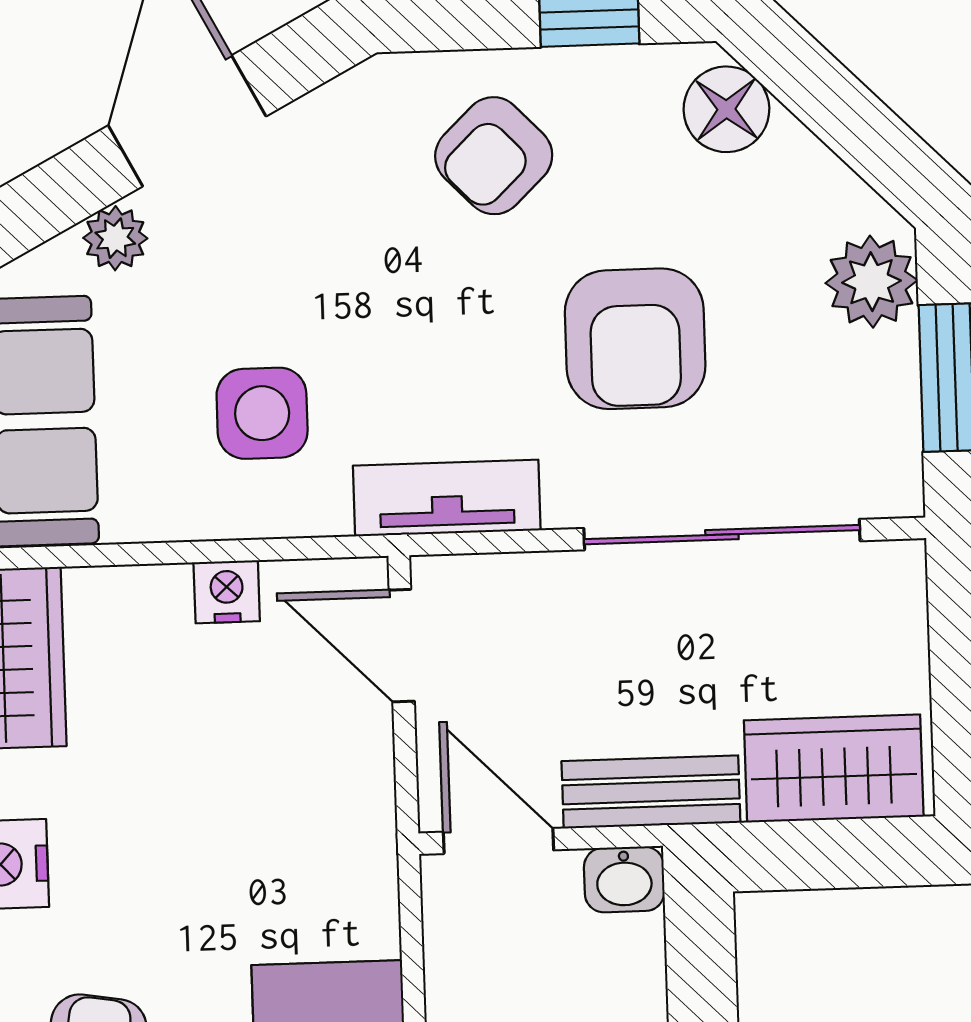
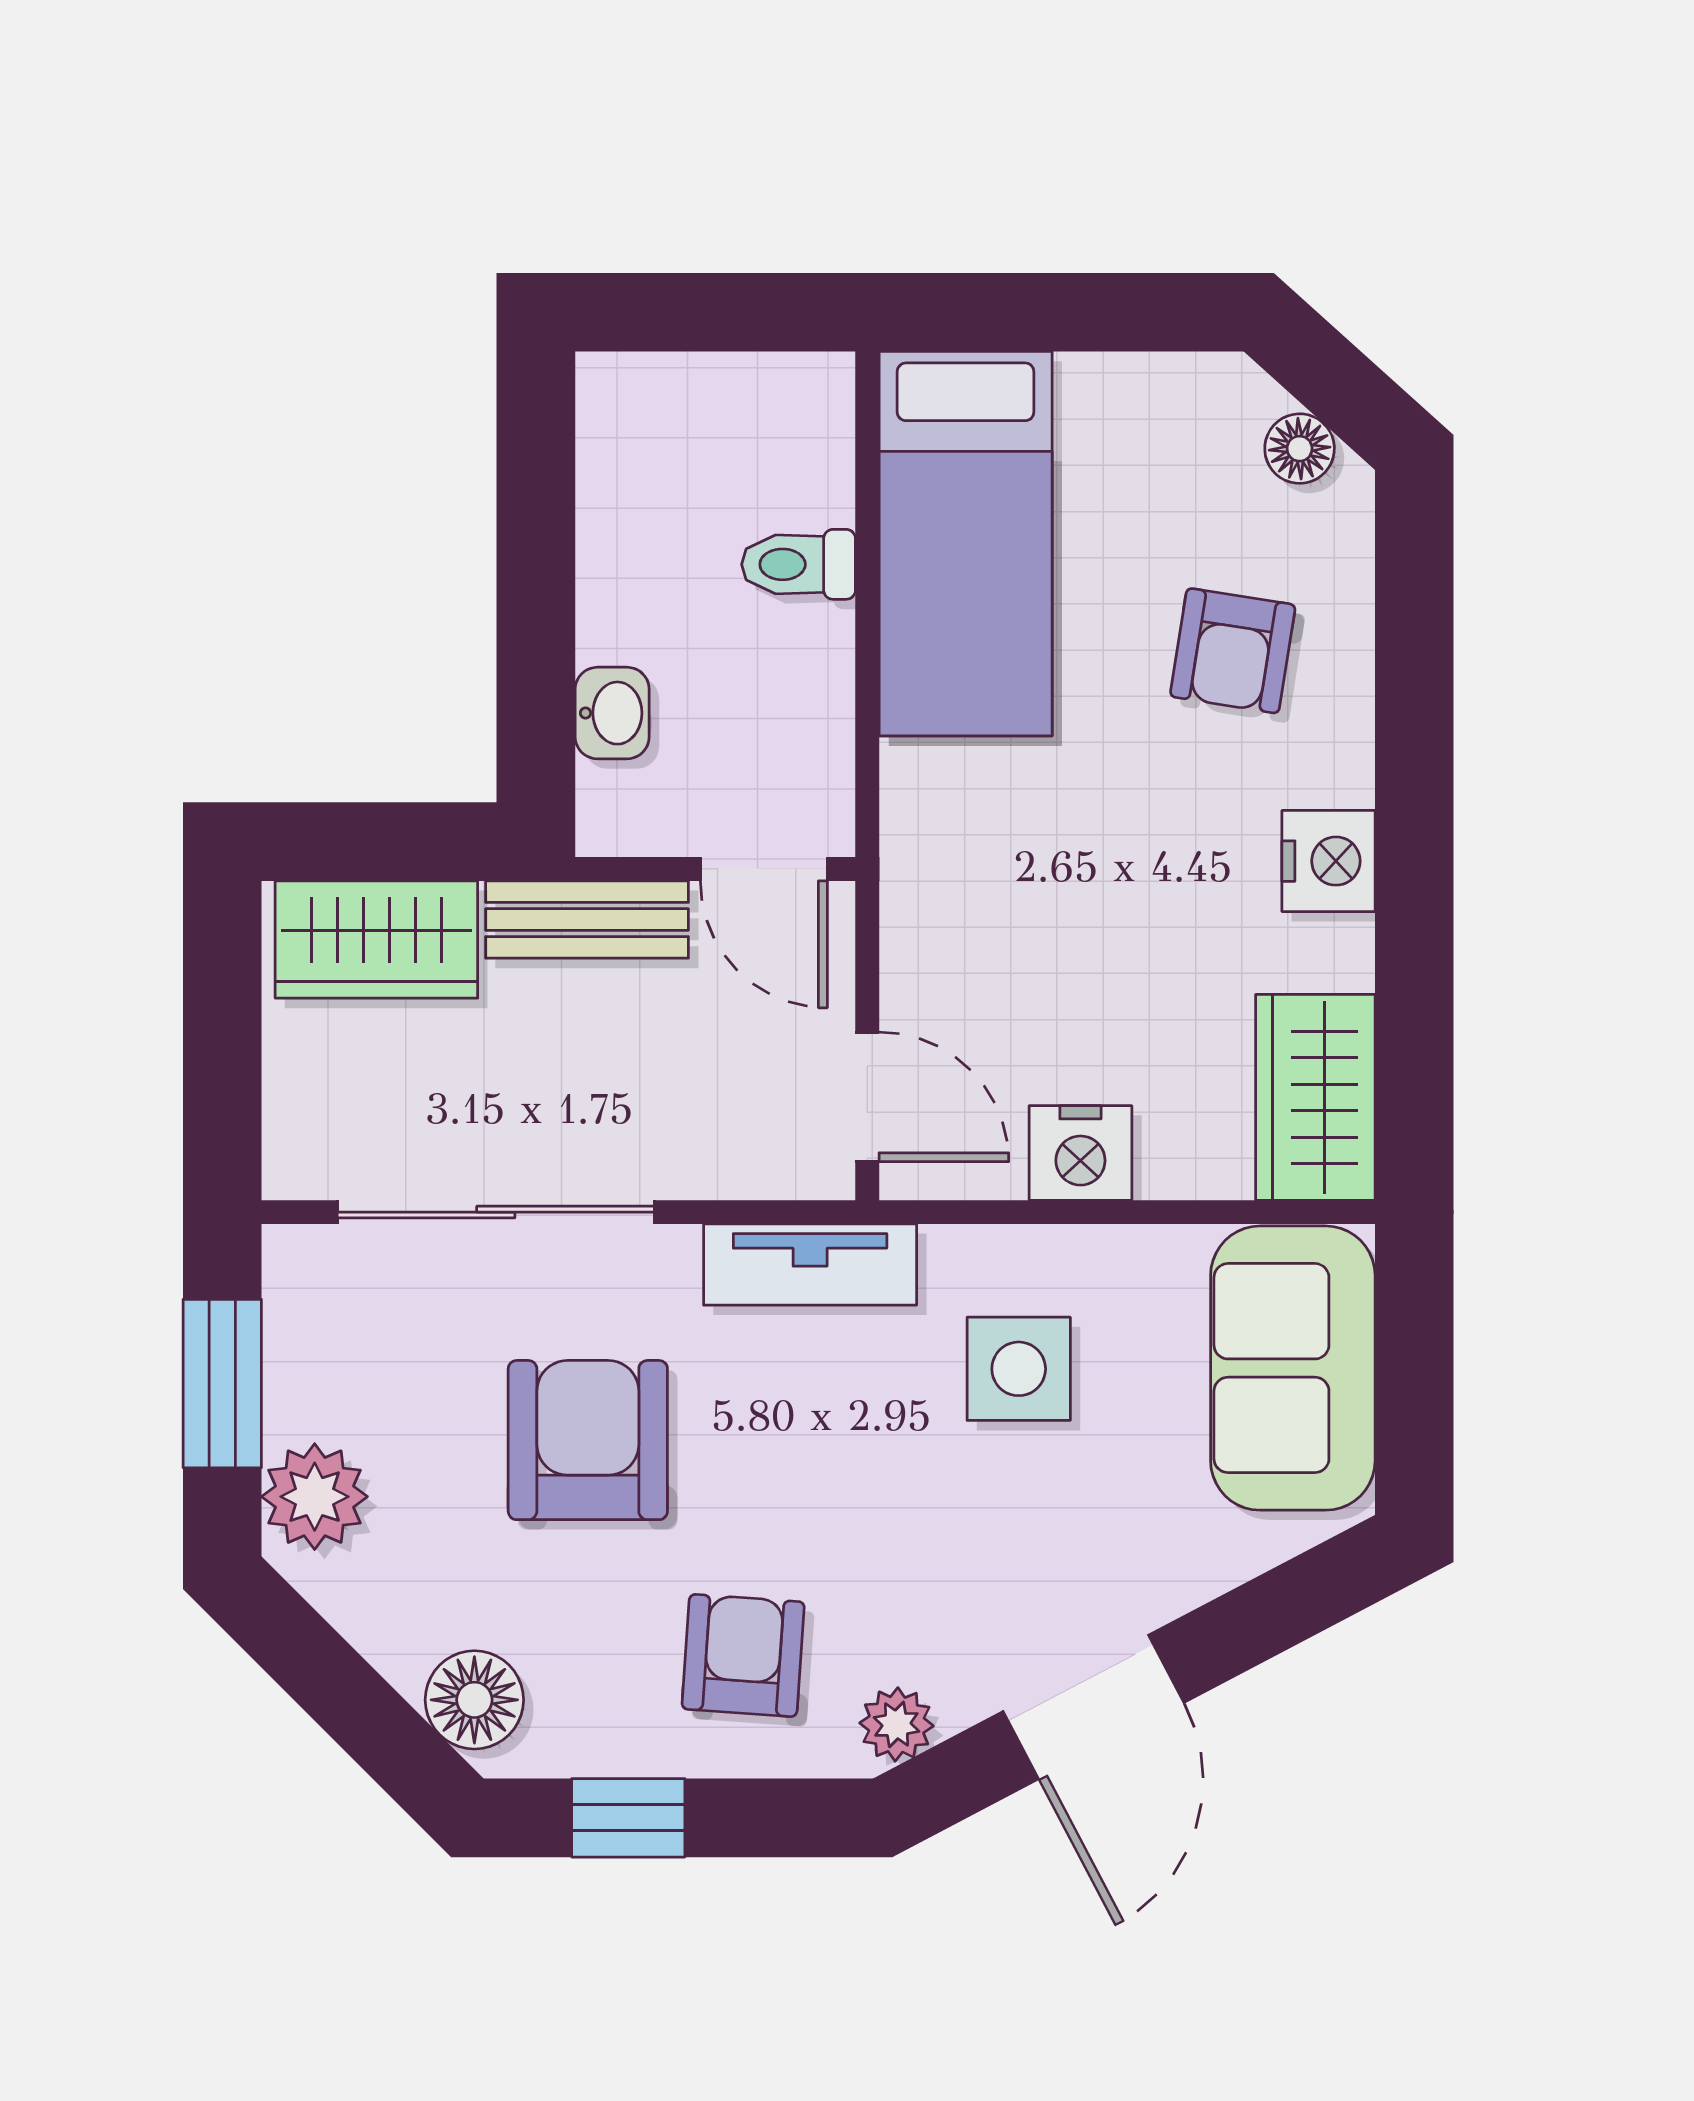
armchair: (494, 156) -> (743, 1655), turned -42
plant: (115, 238) -> (896, 1724), moved
nightstand: (227, 592) -> (1080, 1153), width x1.39, depth x1.35
washbasin: (624, 879) -> (612, 713), moved, turned 90

